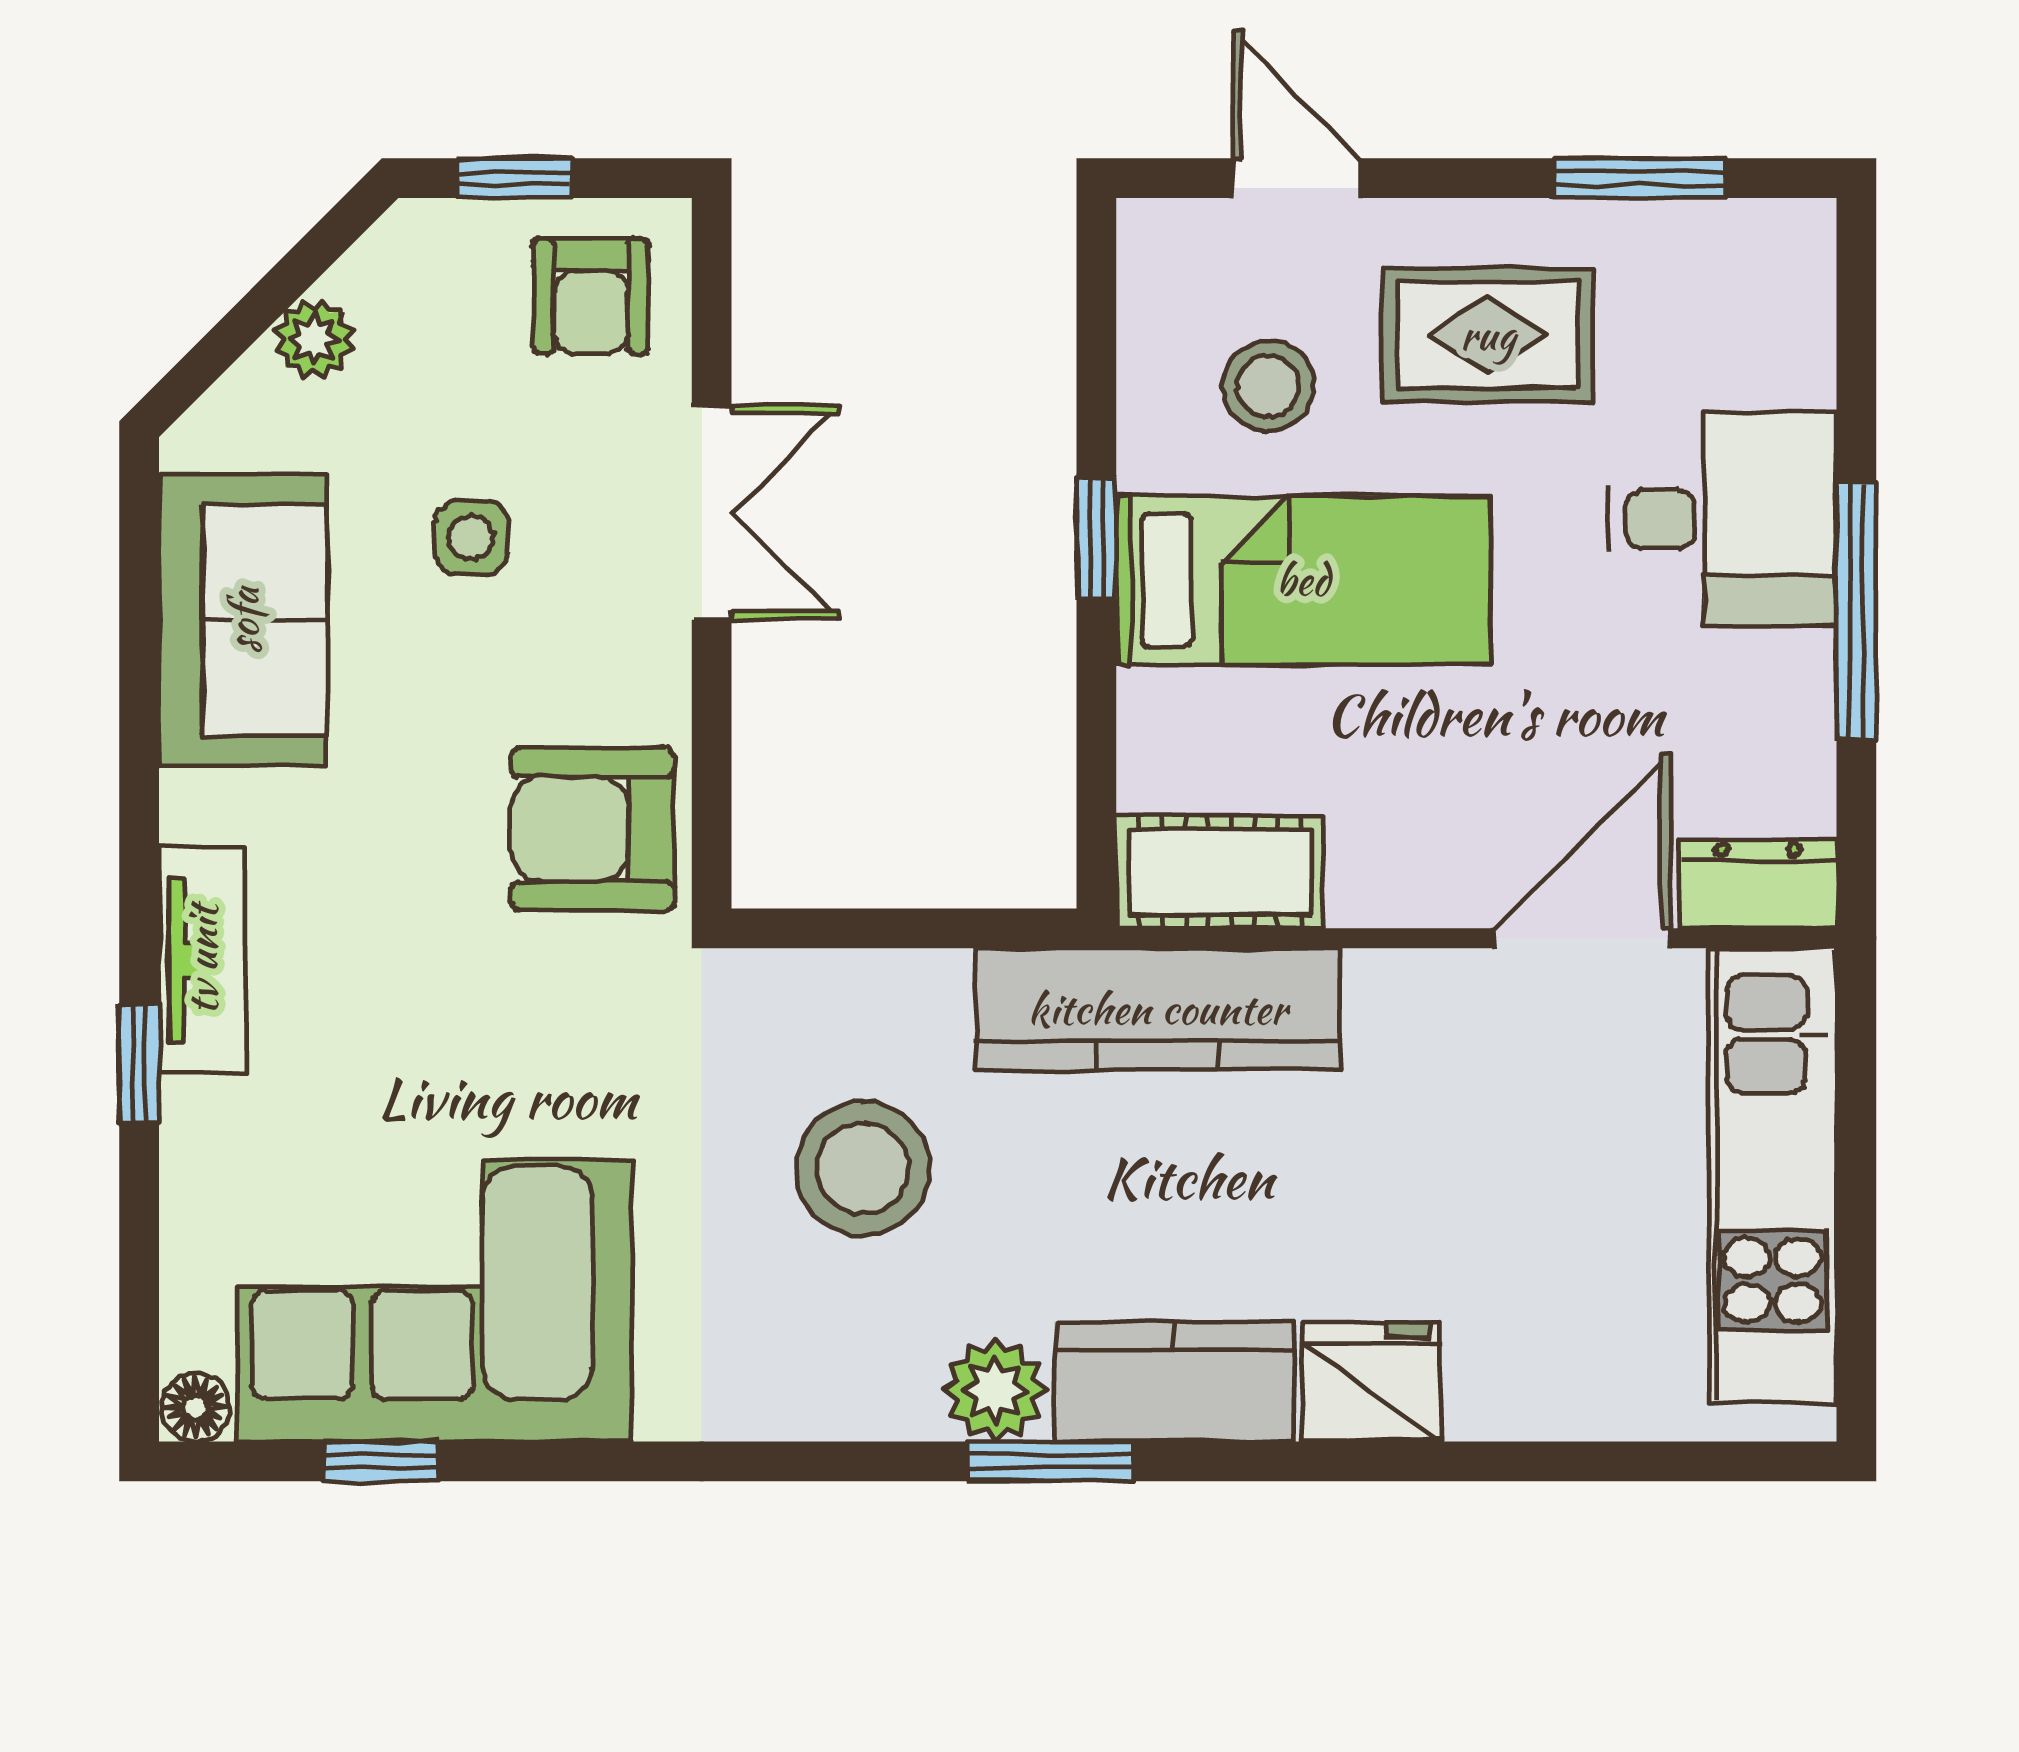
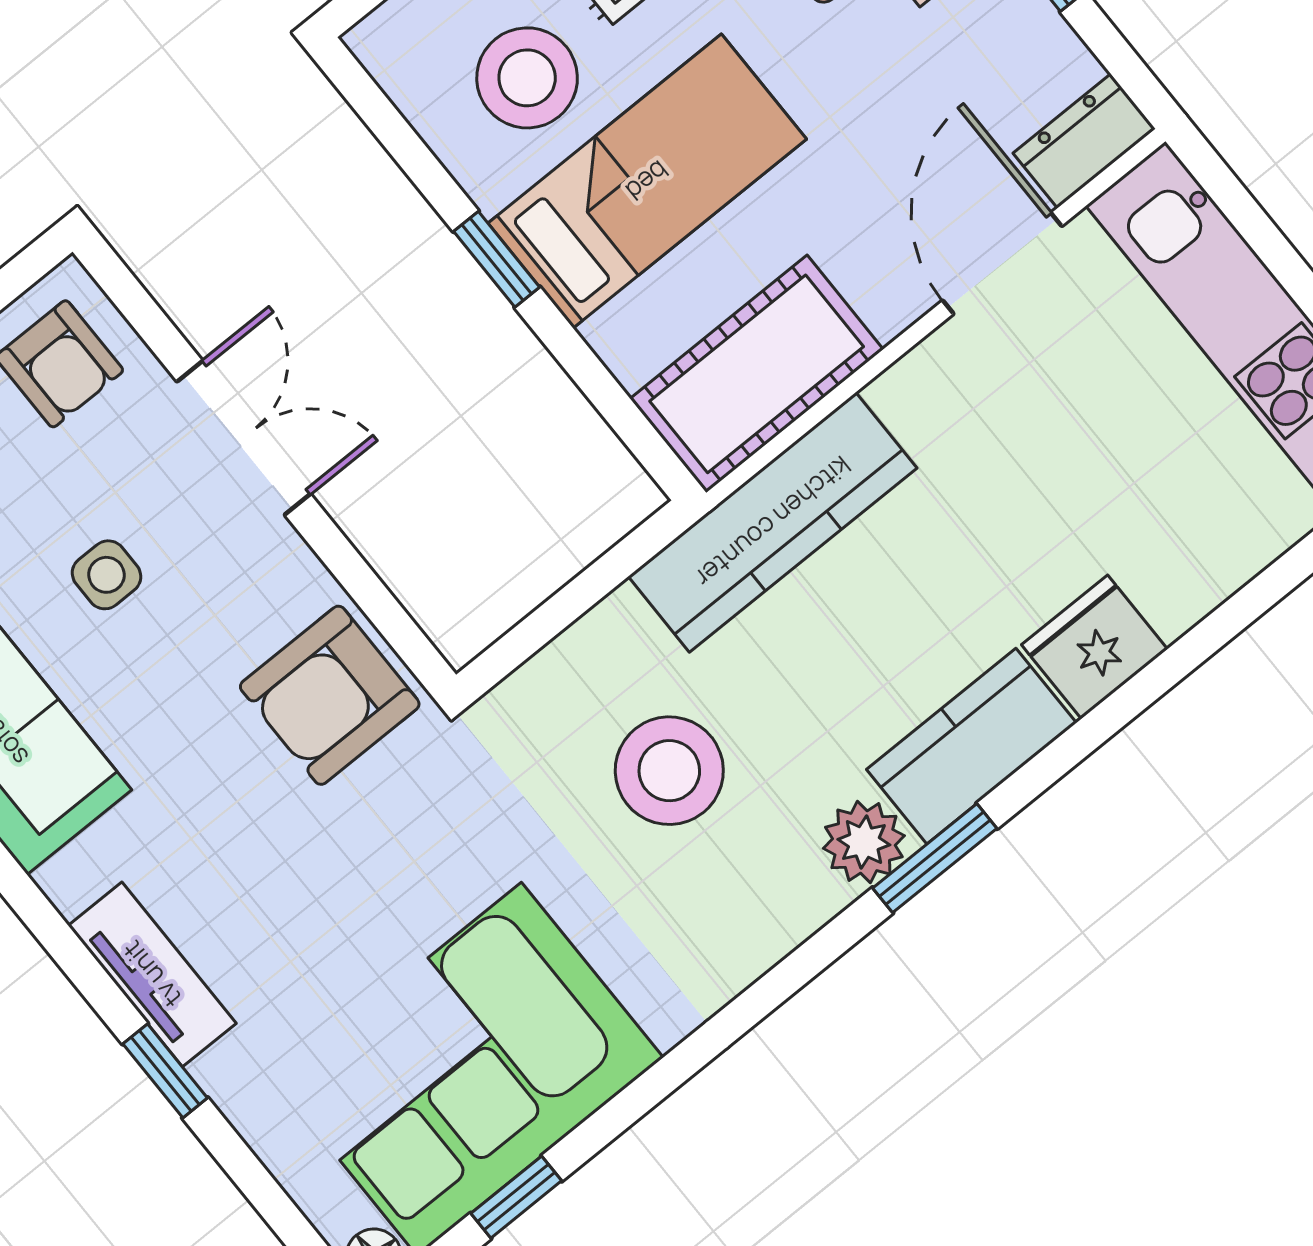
stool: (1268, 386) -> (527, 78), width x1.38, depth x1.38
cot: (1220, 872) -> (757, 374), width x1.37, depth x1.34

